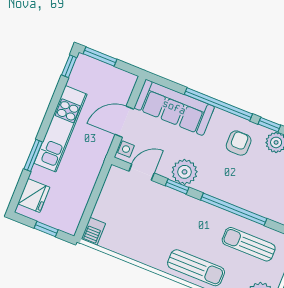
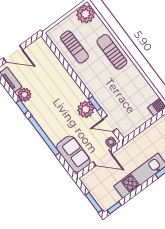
sofa: (174, 107) -> (73, 154), width x0.73
armchair: (239, 143) -> (46, 107), removed
window: (234, 209) -> (71, 72), removed

